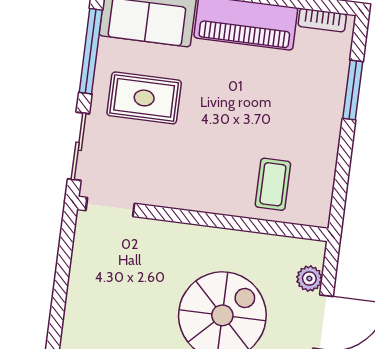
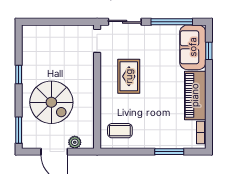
rug: (144, 98) -> (129, 76), moved
coffee table: (273, 184) -> (120, 131), moved

